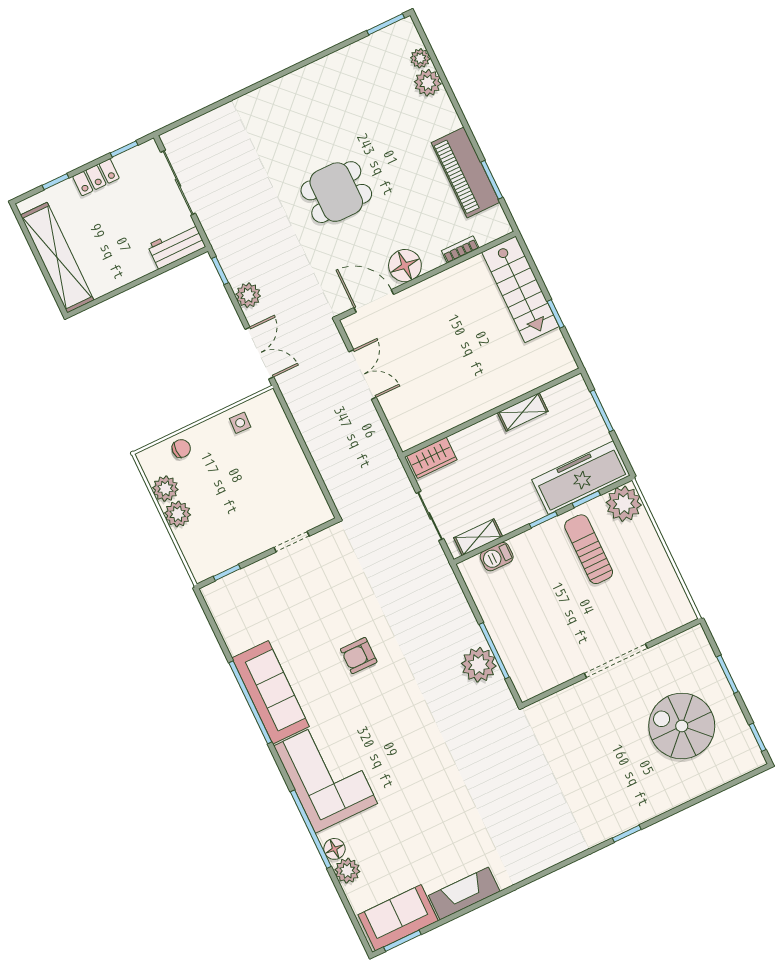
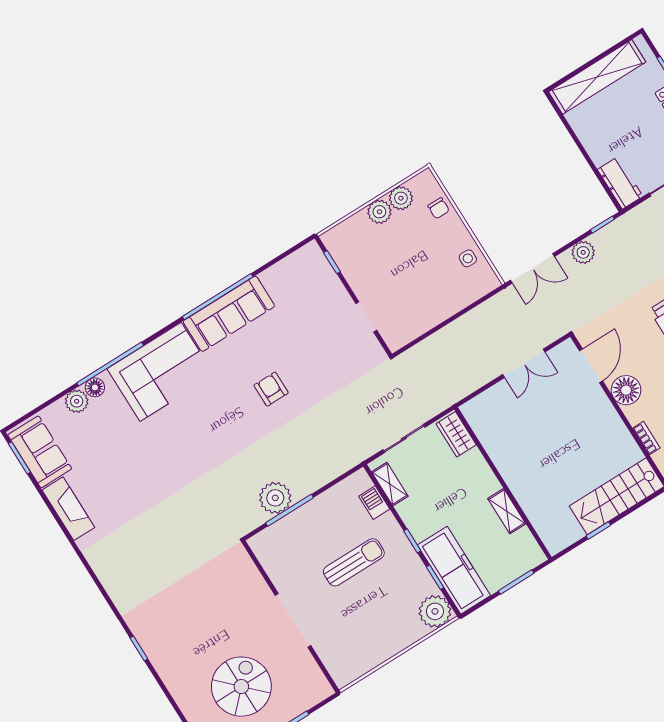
sun lounger: (589, 549) -> (354, 562), moved

